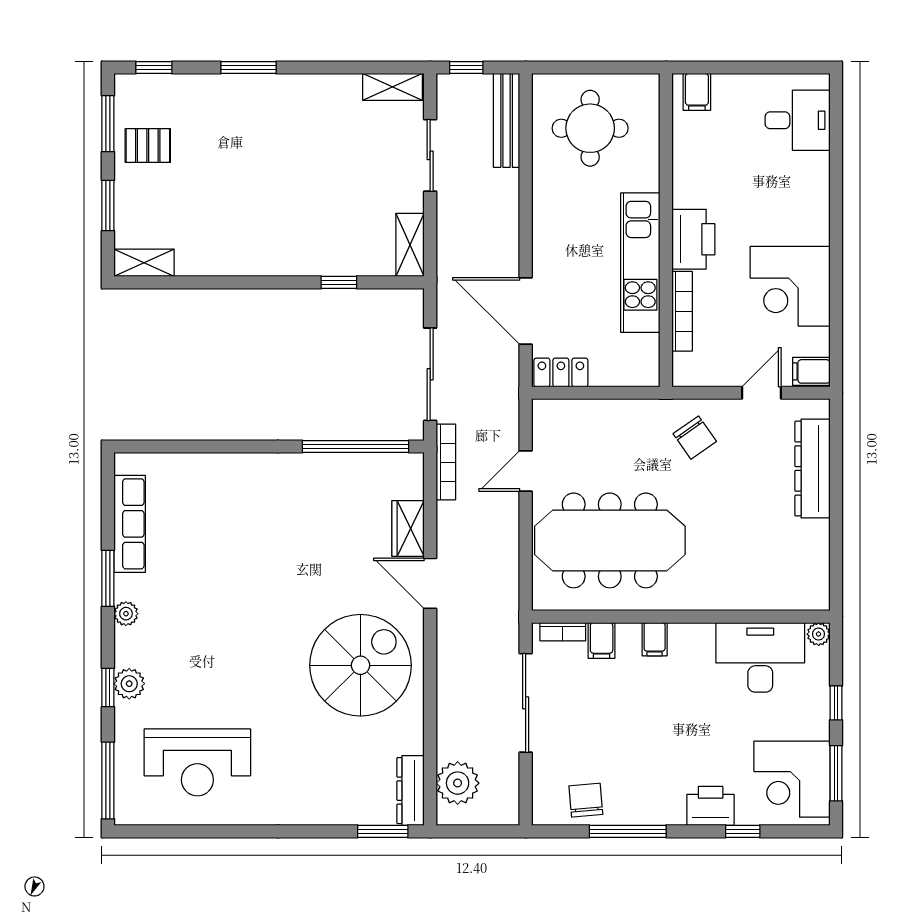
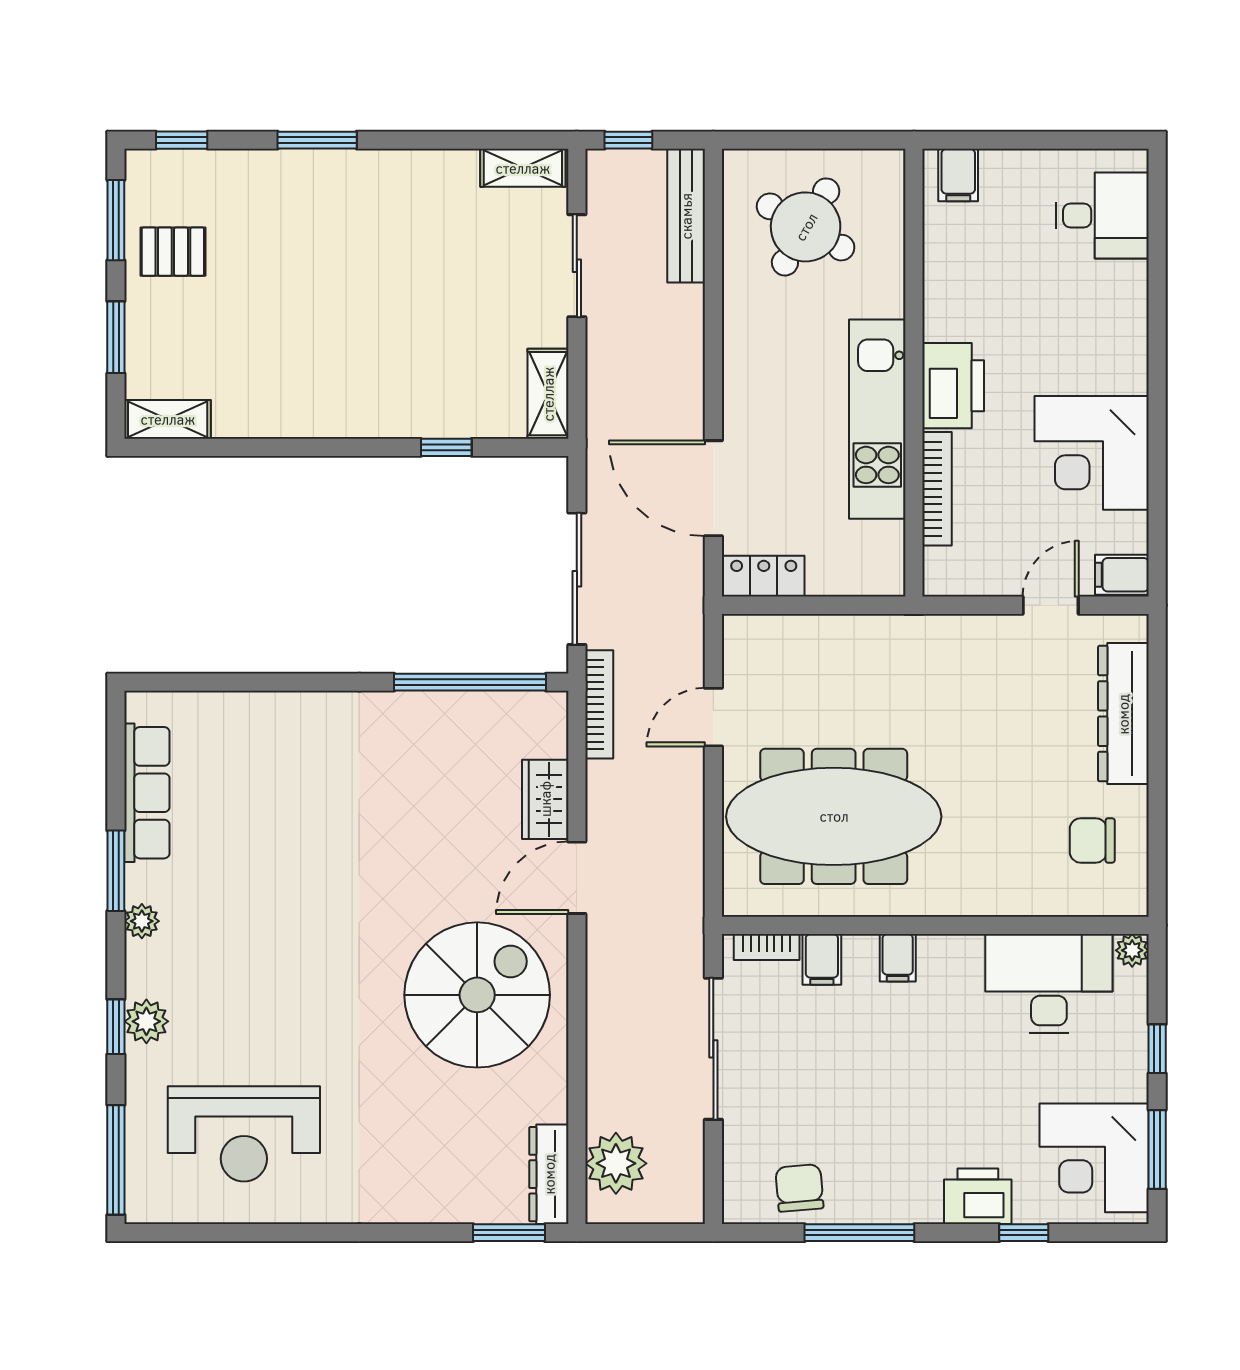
round table: (590, 128) -> (806, 227), turned 30
chair: (695, 438) -> (1092, 840), moved, turned 125
door: (430, 583) -> (577, 878), hinge flipped

